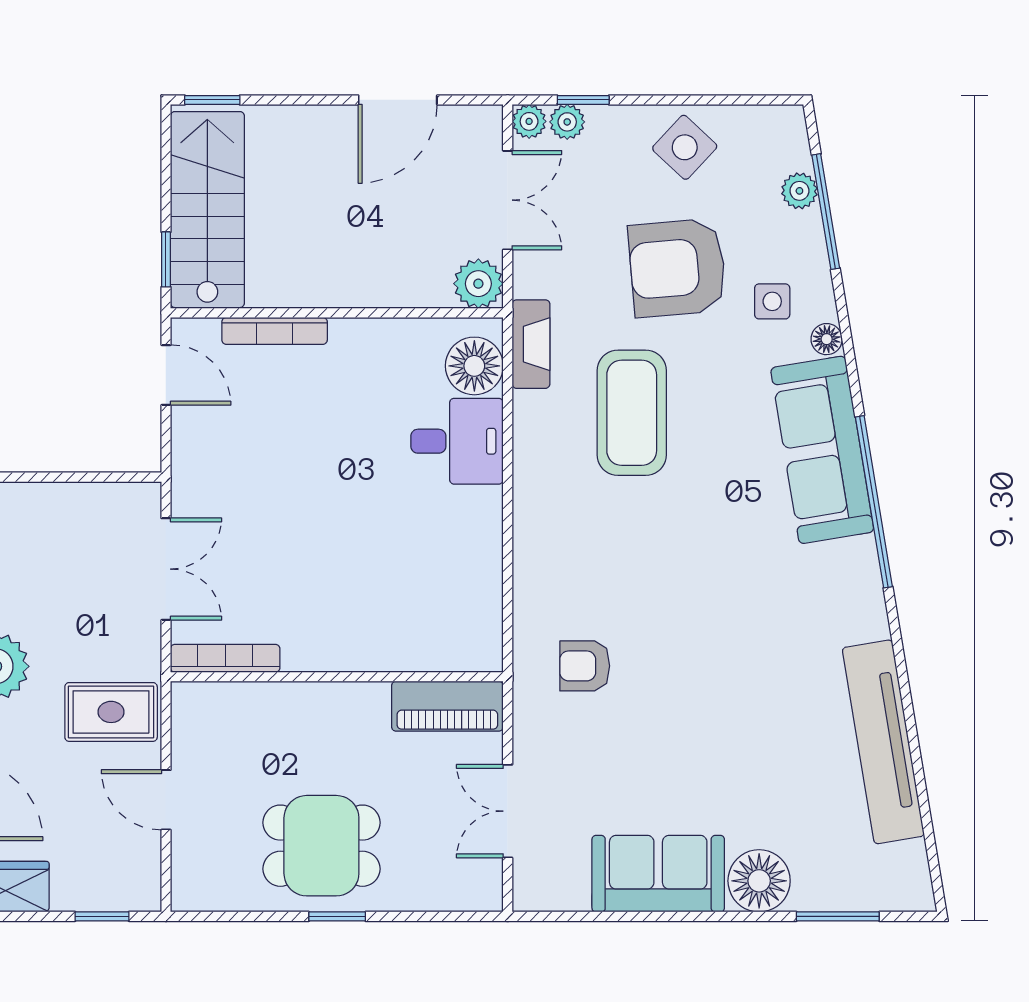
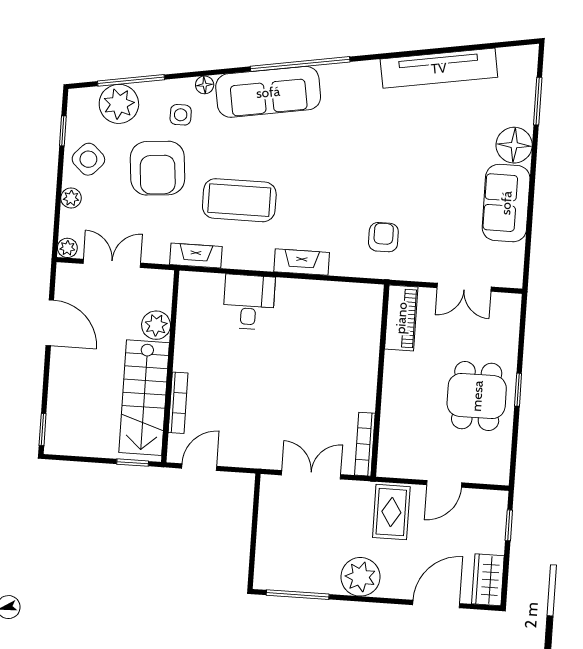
window: (583, 100) -> (63, 131), moved
plant: (567, 122) -> (71, 198), moved
plant: (799, 191) -> (119, 104), width x1.87, depth x1.87
stairs: (207, 210) -> (144, 398), moved, turned -90
plant: (478, 284) -> (156, 325), moved
floor lamp: (474, 366) -> (206, 289), removed
fireplace: (532, 528) -> (302, 262), added
armchair: (585, 666) -> (383, 237), turned 180

